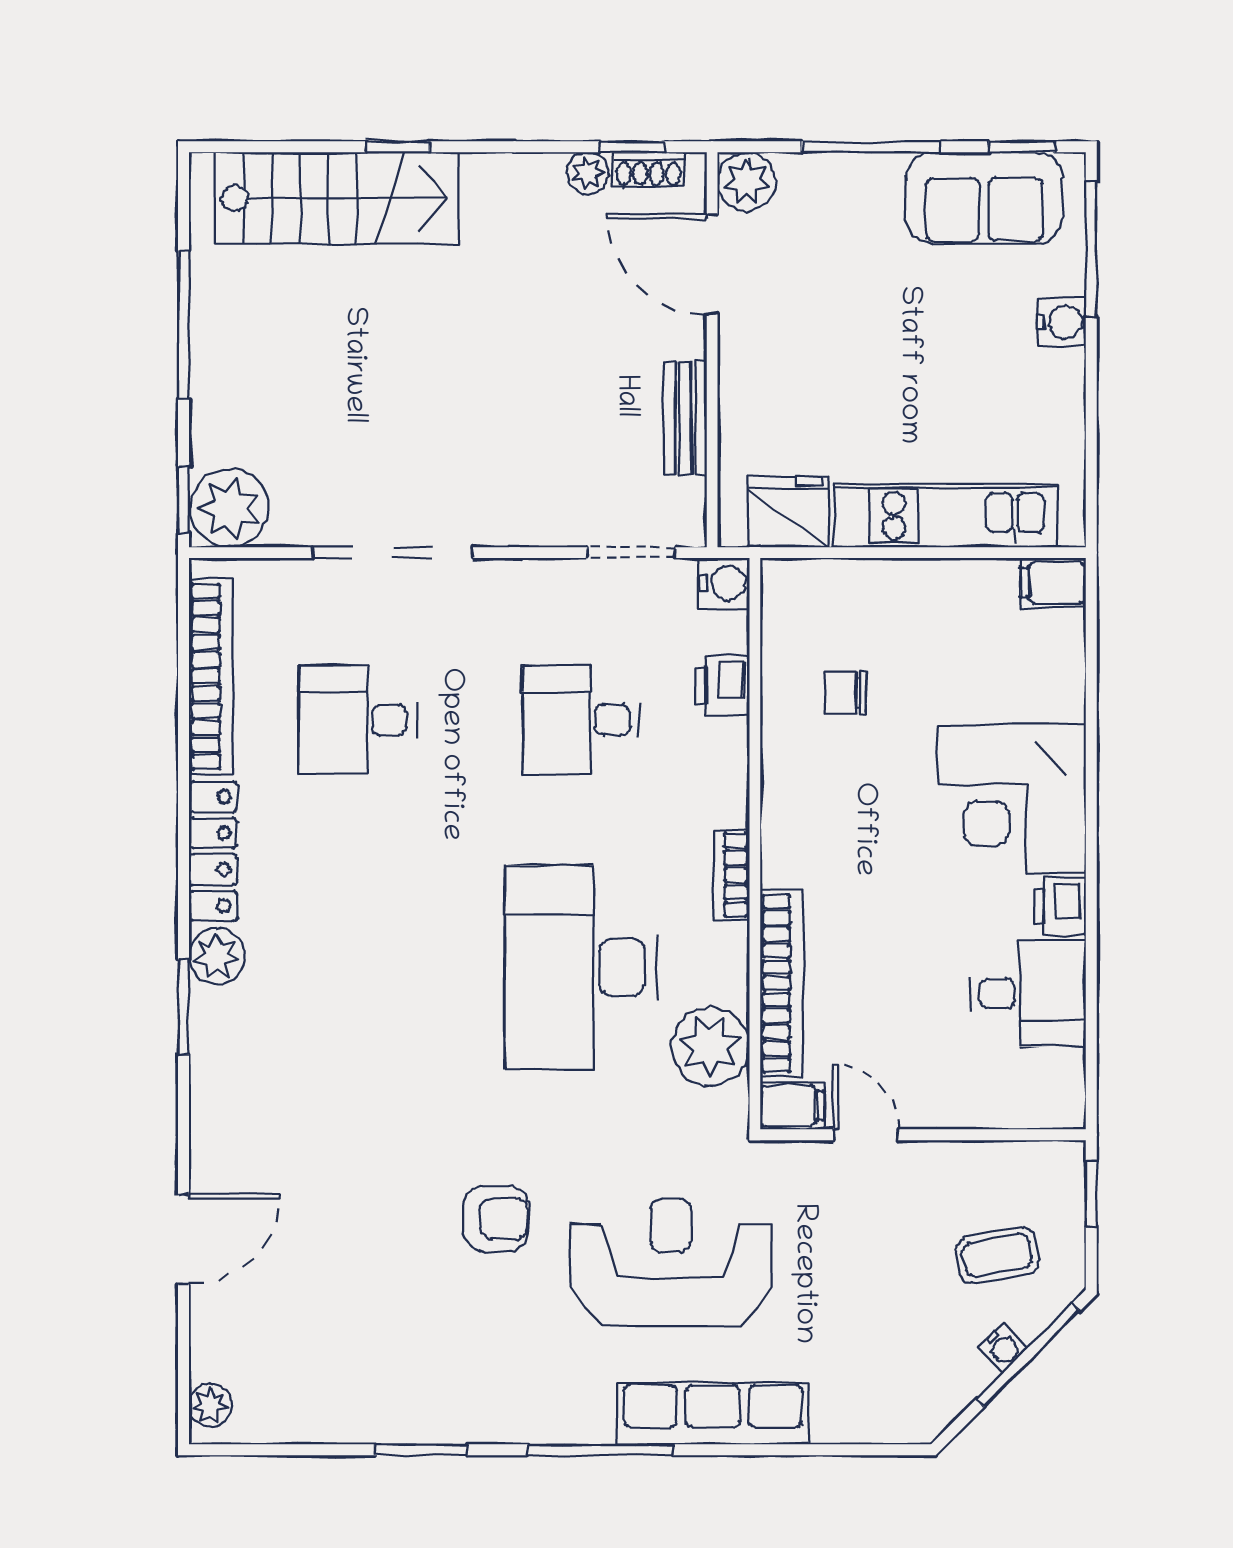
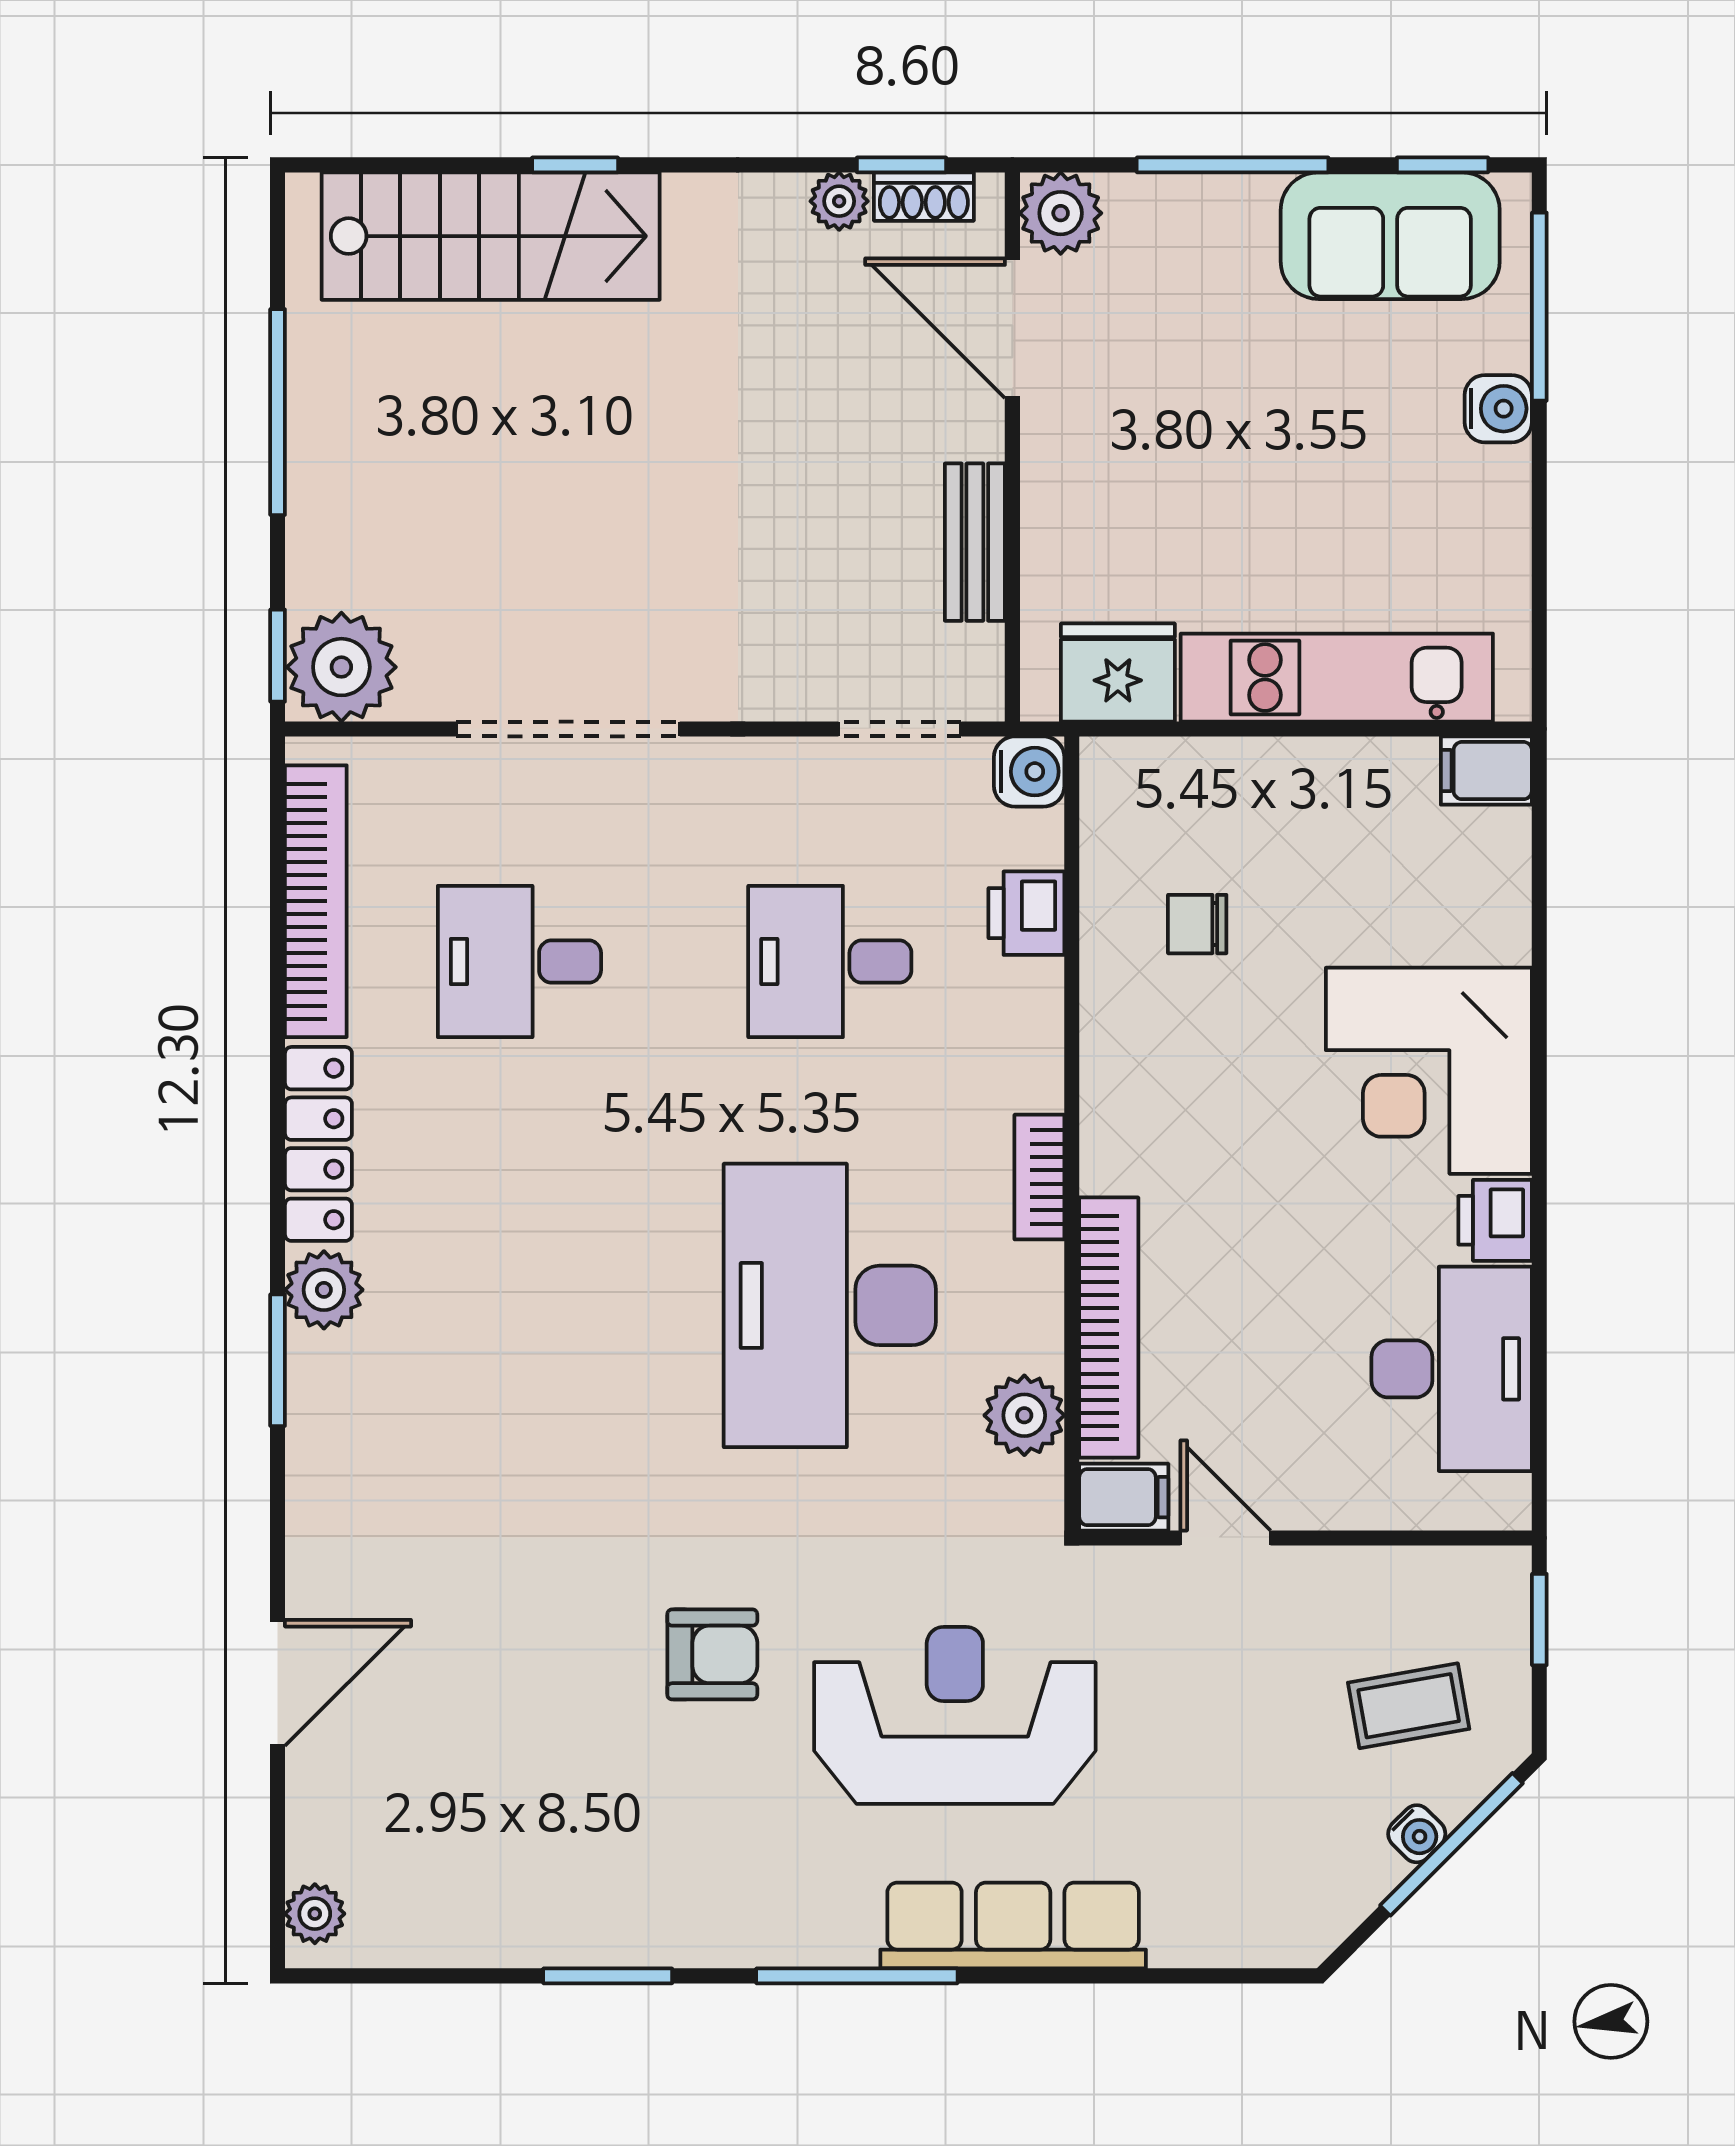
desk: (1028, 993) -> (1452, 1369), width x1.37
plant: (710, 1046) -> (1024, 1415), width x0.73, depth x0.73

